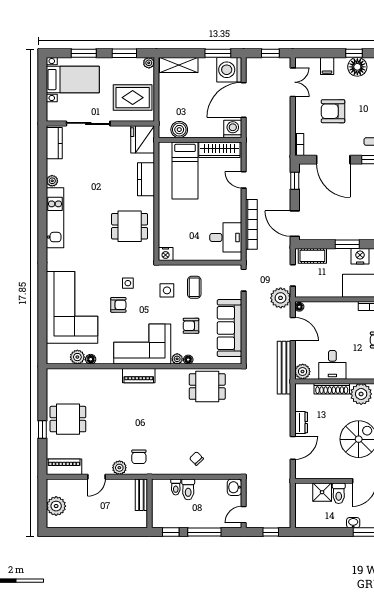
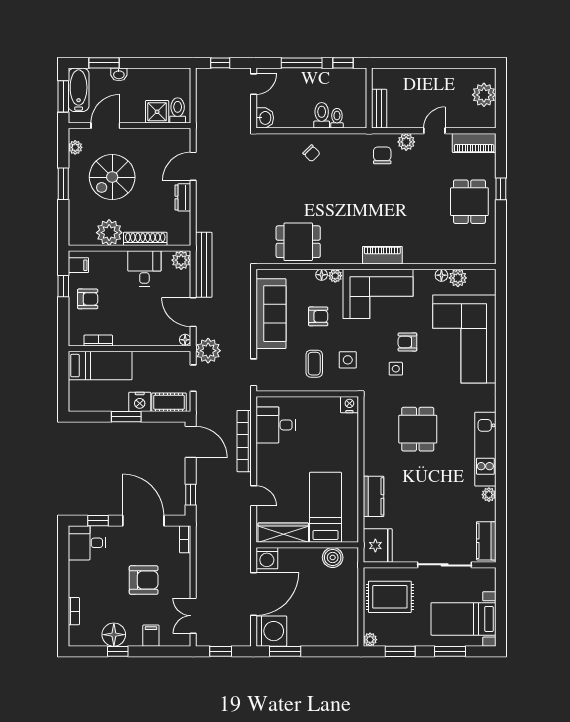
shelving: (179, 65) -> (333, 637), removed
dining table: (130, 226) -> (418, 429), moved, turned 90
nightstand: (360, 256) -> (140, 402), moved
dining table: (68, 419) -> (469, 202), turned 90
toilet: (339, 493) -> (178, 110), moved

